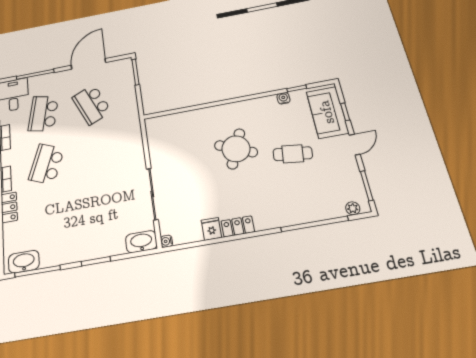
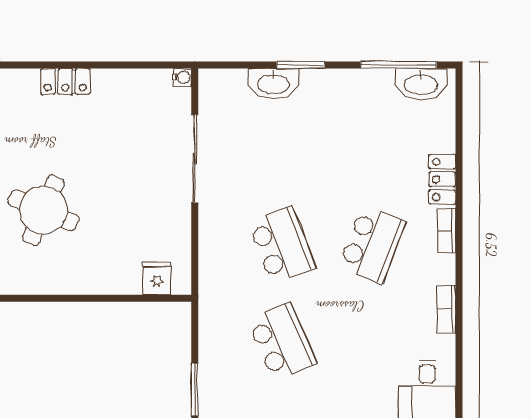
school desk: (43, 114) -> (282, 245), moved, turned -33
fridge: (211, 229) -> (157, 278), moved, turned 180
washbasin: (141, 242) -> (273, 84), moved

